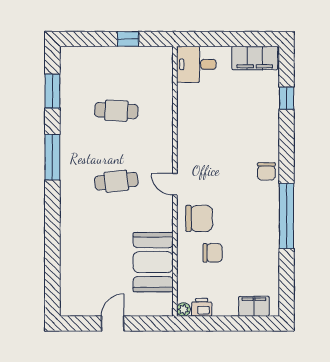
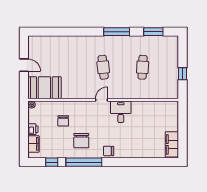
desk: (196, 64) -> (121, 112), moved
window: (287, 98) -> (52, 162), moved
chair: (199, 218) -> (81, 141), moved
booth: (153, 262) -> (44, 88), moved
printer: (202, 307) -> (33, 129), moved

